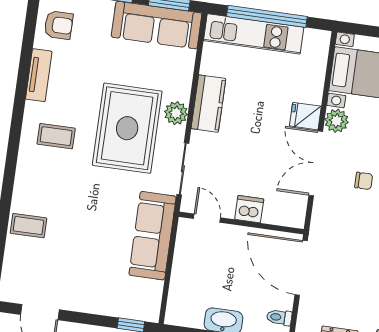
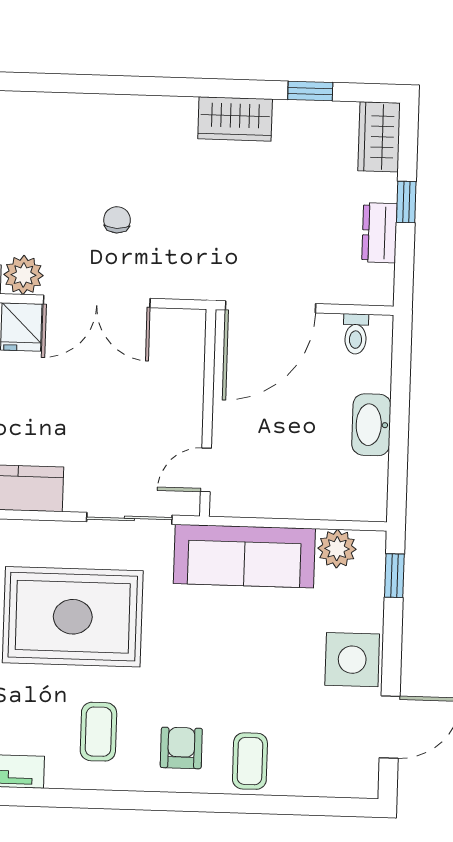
plant: (176, 113) -> (337, 549), moved
armchair: (41, 185) -> (181, 748), added
dishwasher: (249, 209) -> (184, 402), removed
side table: (83, 294) -> (352, 660), added

